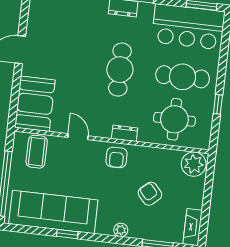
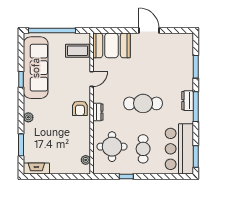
cafe table: (183, 77) -> (143, 149), width x0.73, depth x0.74
armchair: (117, 157) -> (80, 108), turned -89
plant: (194, 164) -> (86, 160), width x0.53, depth x0.53
armchair: (150, 194) -> (57, 135), removed

